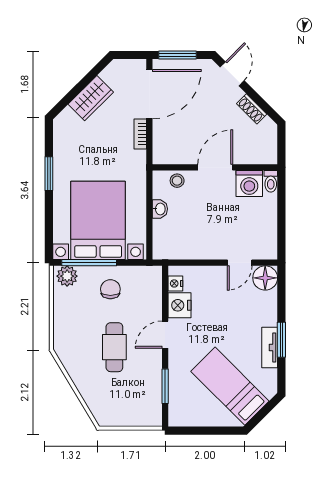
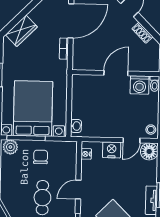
wardrobe: (91, 98) -> (21, 31), moved
stool: (177, 181) -> (151, 130), moved
washbasin: (160, 209) -> (76, 126), moved
nightstand: (180, 305) -> (112, 150), moved, turned 90

